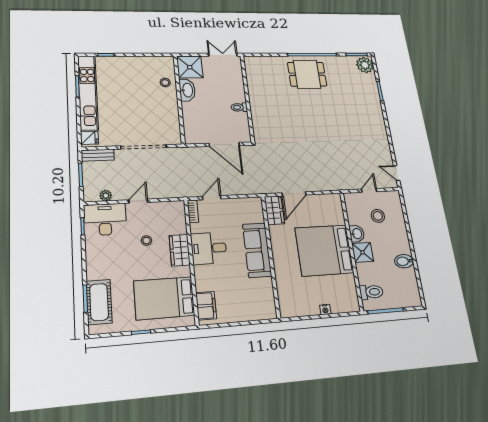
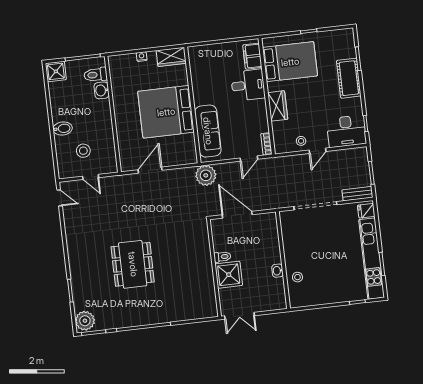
shower: (190, 67) -> (229, 275), moved
dining table: (307, 74) -> (133, 264), moved, width x1.38
washbasin: (187, 90) -> (278, 271), width x0.52, depth x0.69
door: (369, 190) -> (91, 177), hinge flipped
door: (294, 194) -> (150, 170), moved
plant: (106, 196) -> (206, 175), moved, width x1.88, depth x1.88
wardrobe: (274, 210) -> (171, 57), moved, turned -90
washbasin: (357, 234) -> (102, 90), moved
stool: (147, 241) -> (301, 141), moved
desk: (209, 248) -> (248, 85), moved
sofa: (257, 250) -> (208, 131), moved
bed: (324, 250) -> (166, 112), moved, turned 180
shower: (363, 252) -> (56, 71), moved
bidet: (404, 261) -> (63, 128), moved
cot: (99, 302) -> (349, 78), moved

